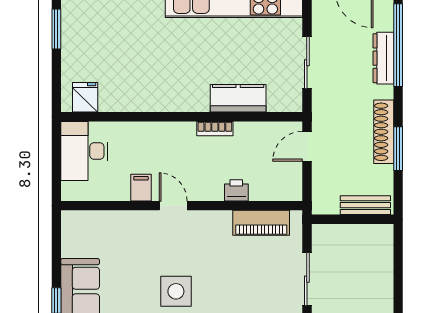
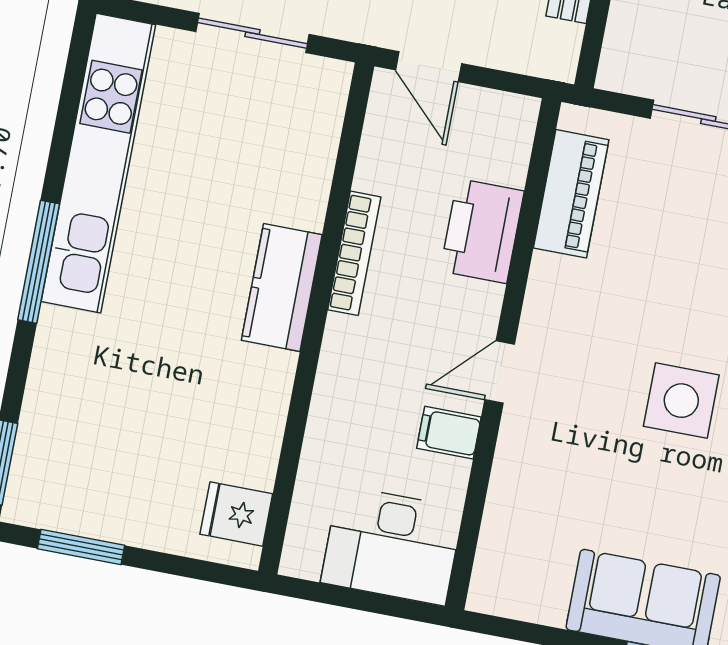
kitchen counter: (238, 98) -> (282, 288), moved
bookcase: (215, 129) -> (354, 253), width x1.56
desk: (84, 151) -> (392, 545), moved
printer: (236, 190) -> (482, 231), width x1.87, depth x1.48

